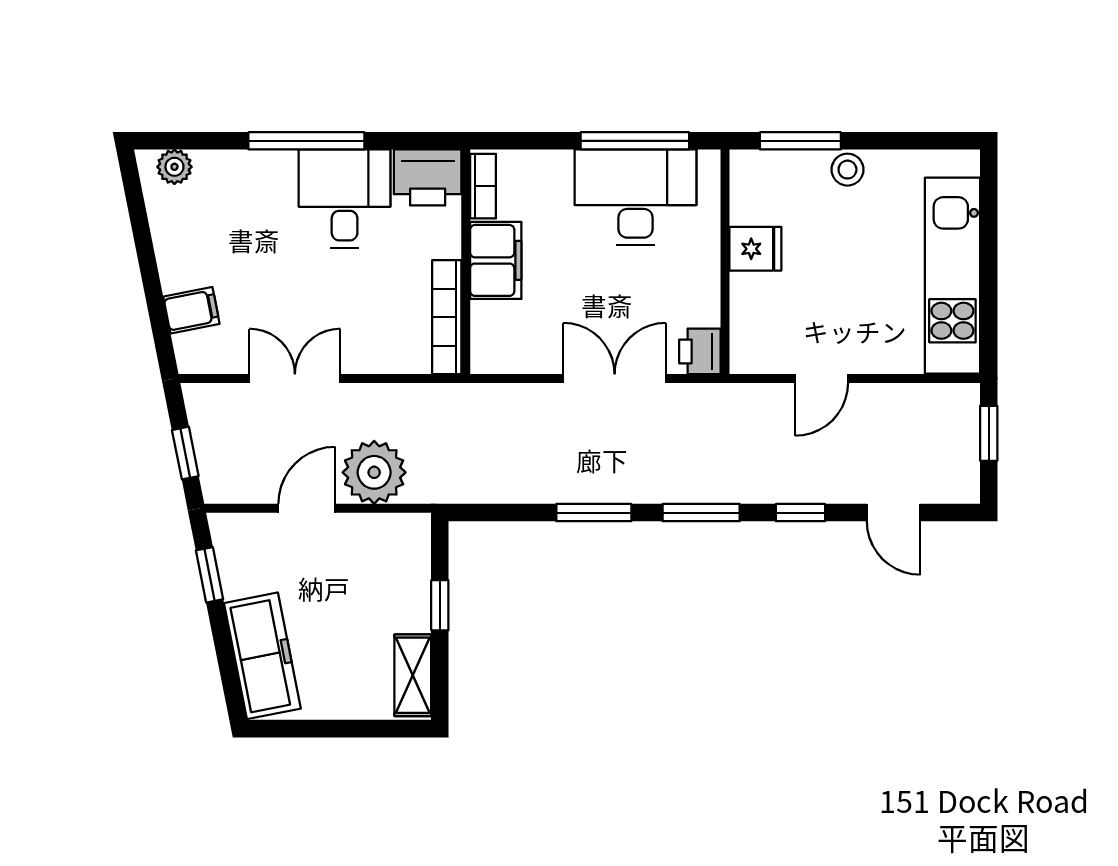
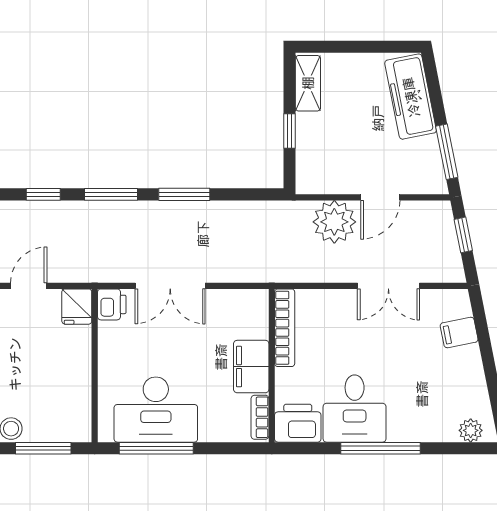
fridge: (755, 249) -> (77, 307), moved, turned -90
window: (209, 575) -> (447, 152), width x1.50

